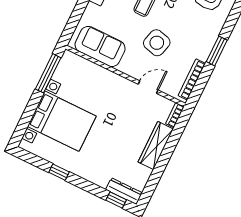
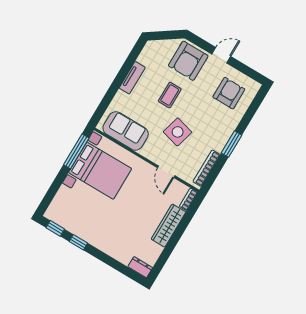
door: (148, 87) -> (166, 172), swing flipped
bed with nightstands: (62, 121) -> (100, 171), moved
dresser: (124, 191) -> (140, 267), width x0.70
window: (116, 200) -> (55, 228), moved

